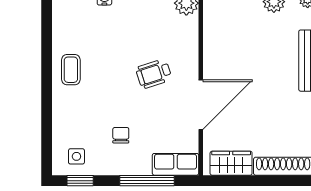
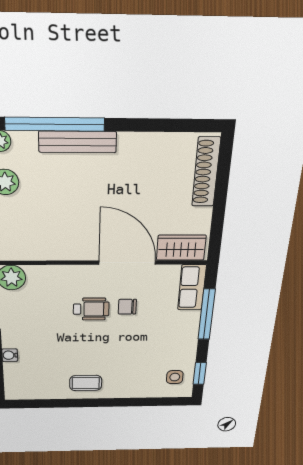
wheelchair: (154, 74) -> (91, 309), turned -72
chair: (121, 135) -> (127, 307), moved
wardrobe: (231, 163) -> (181, 248), moved, turned 90

